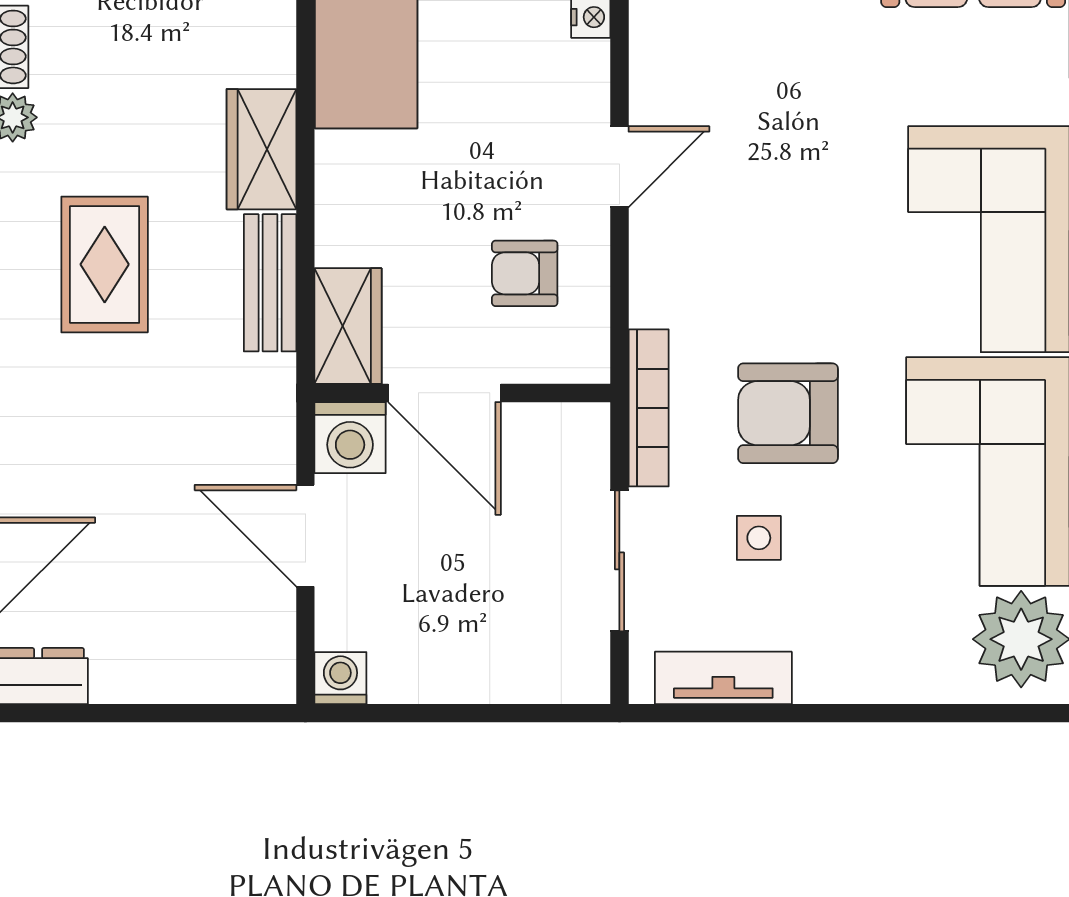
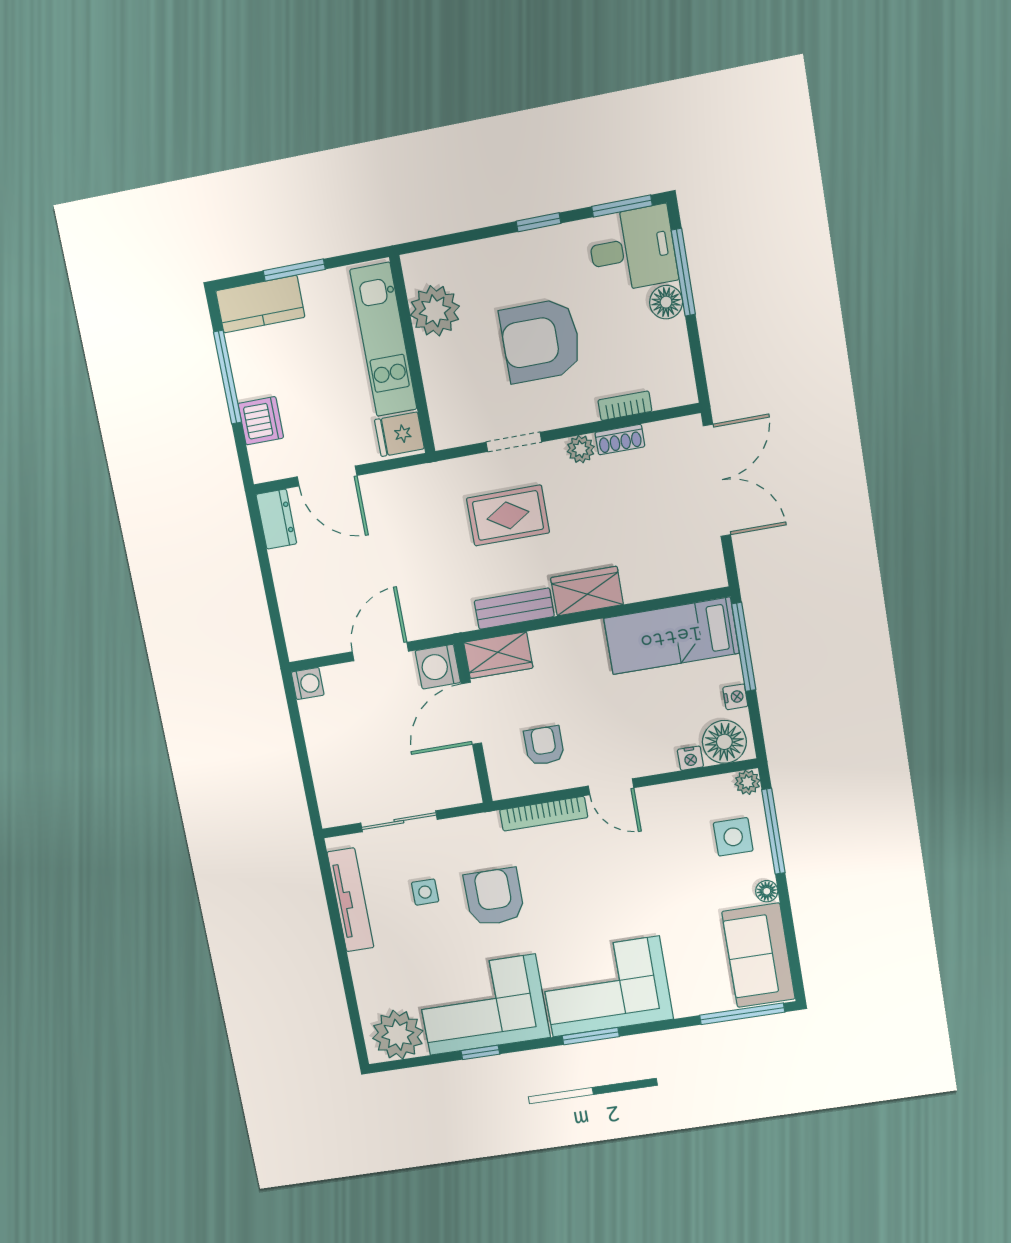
bookcase: (649, 408) -> (544, 814), moved
tv unit: (723, 678) -> (350, 900), width x1.41

